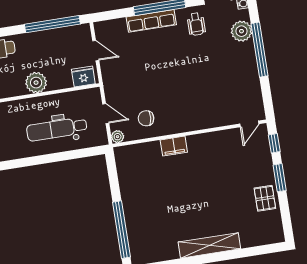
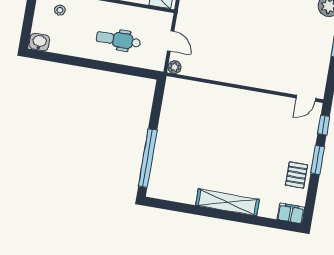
chair: (146, 118) -> (208, 59), removed
dental chair: (57, 129) -> (118, 40), width x0.73, depth x0.72
filing cabinet: (174, 146) -> (291, 213), moved, turned 180

